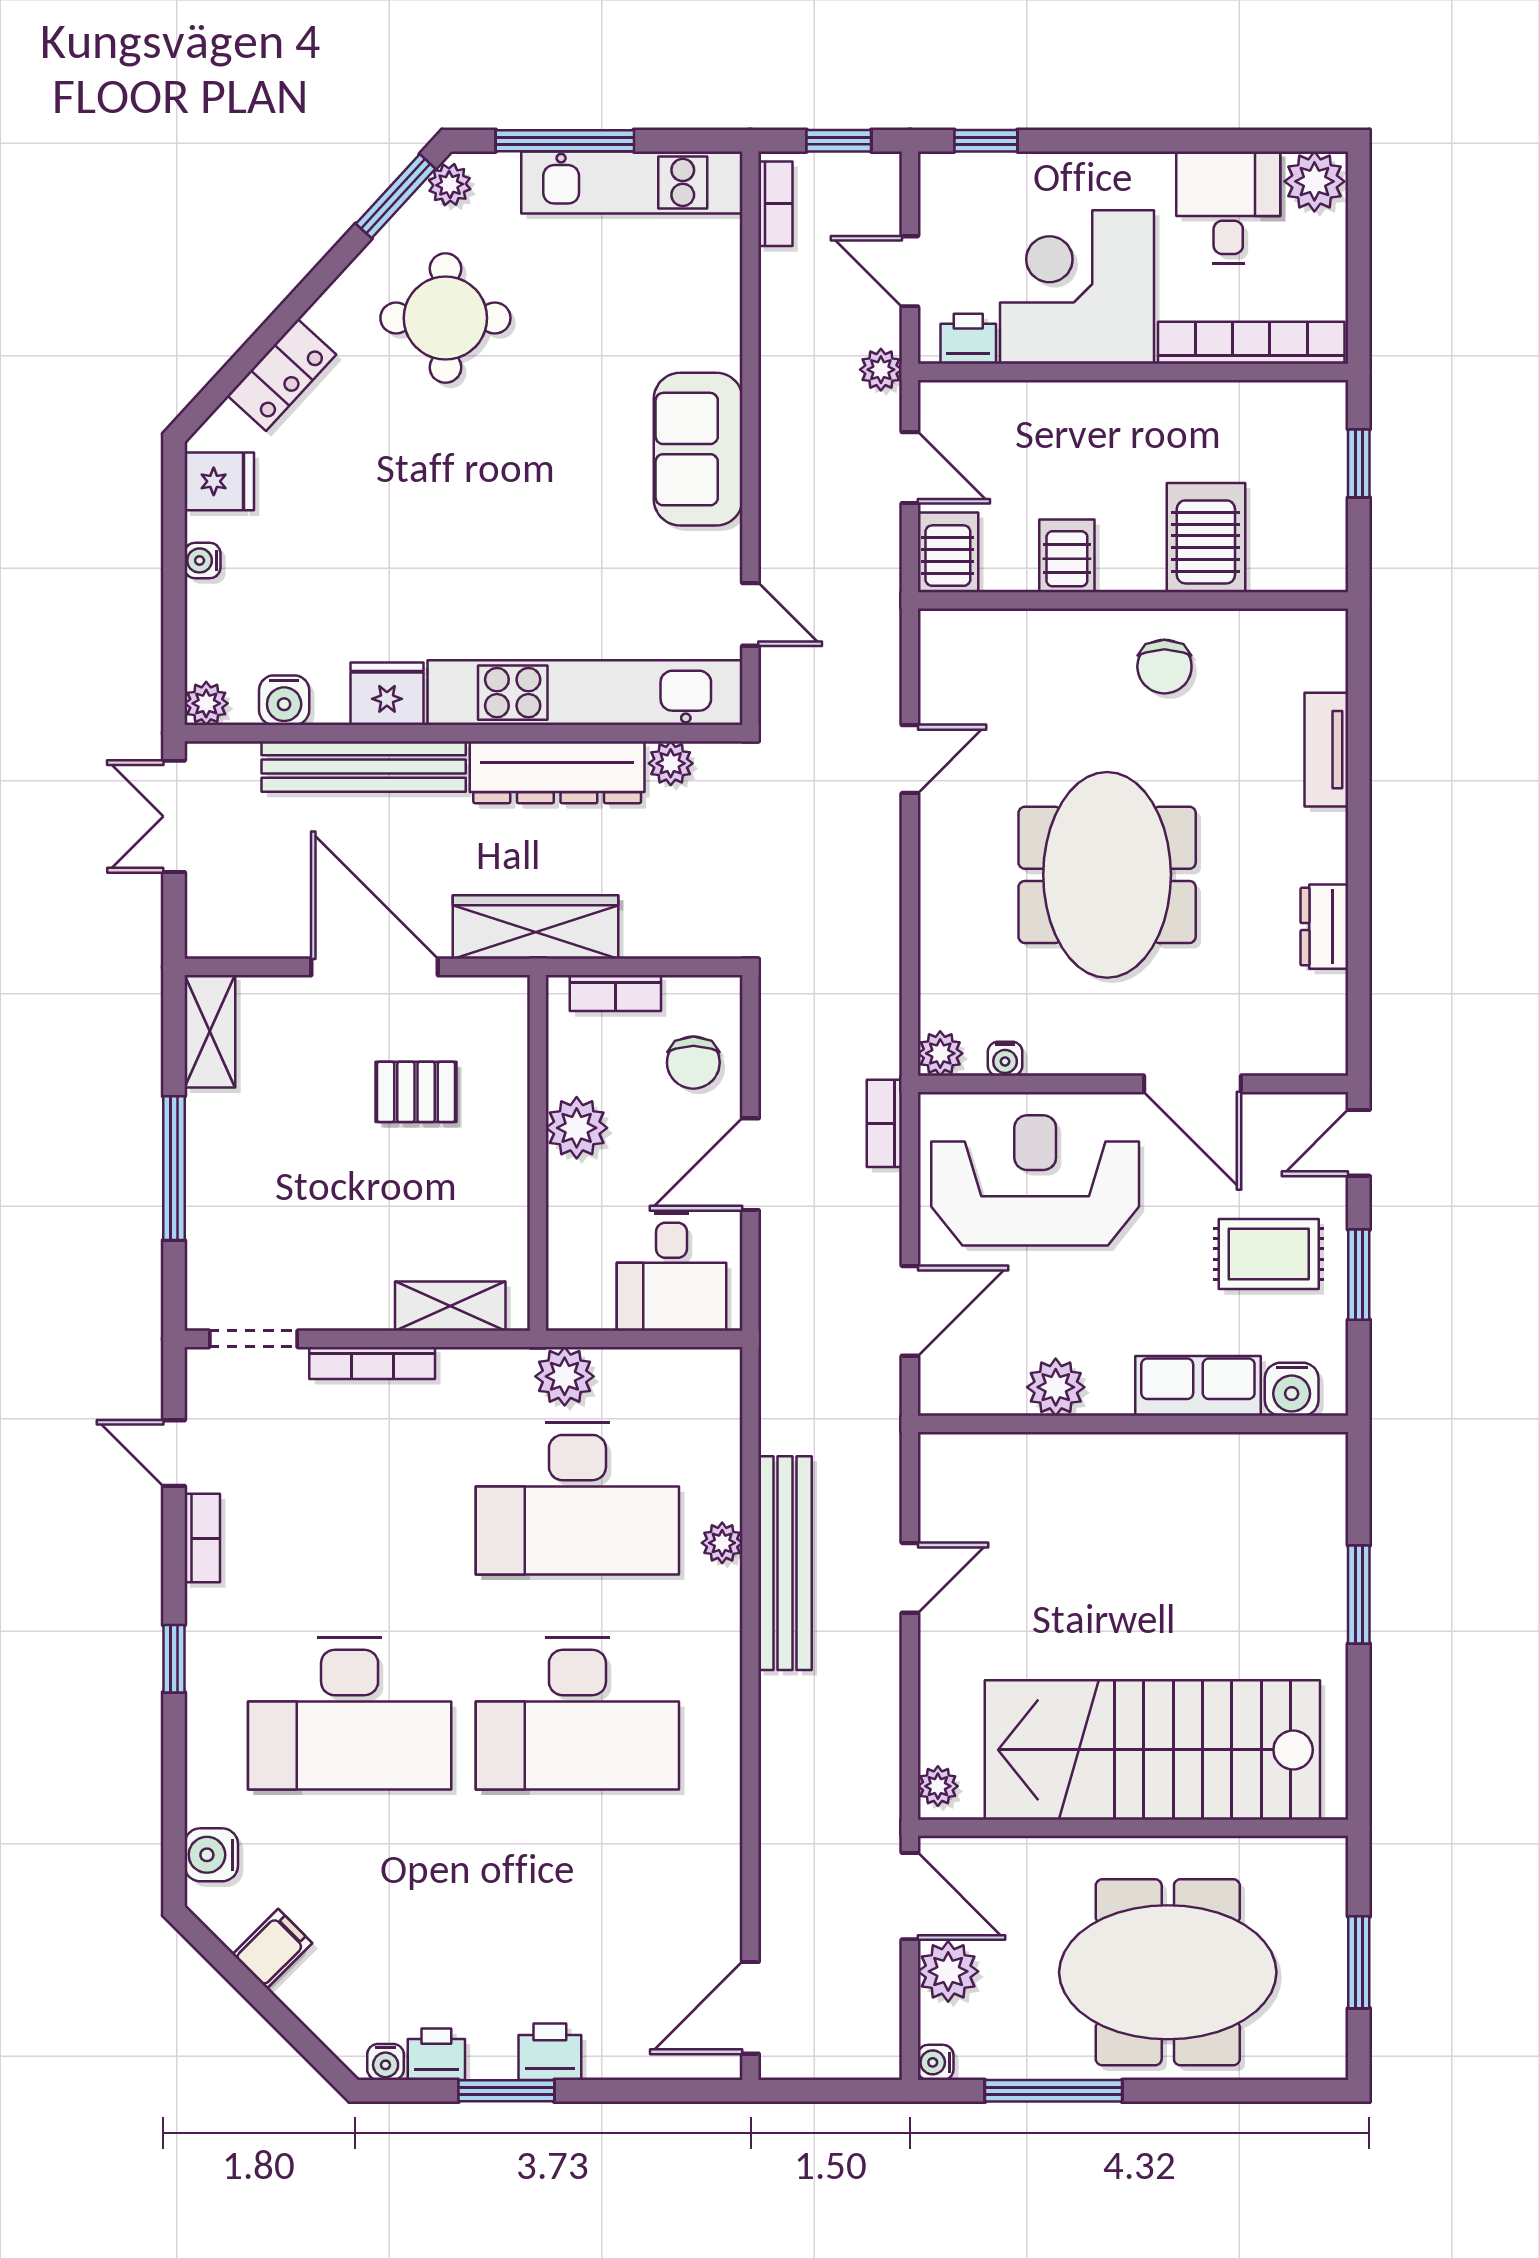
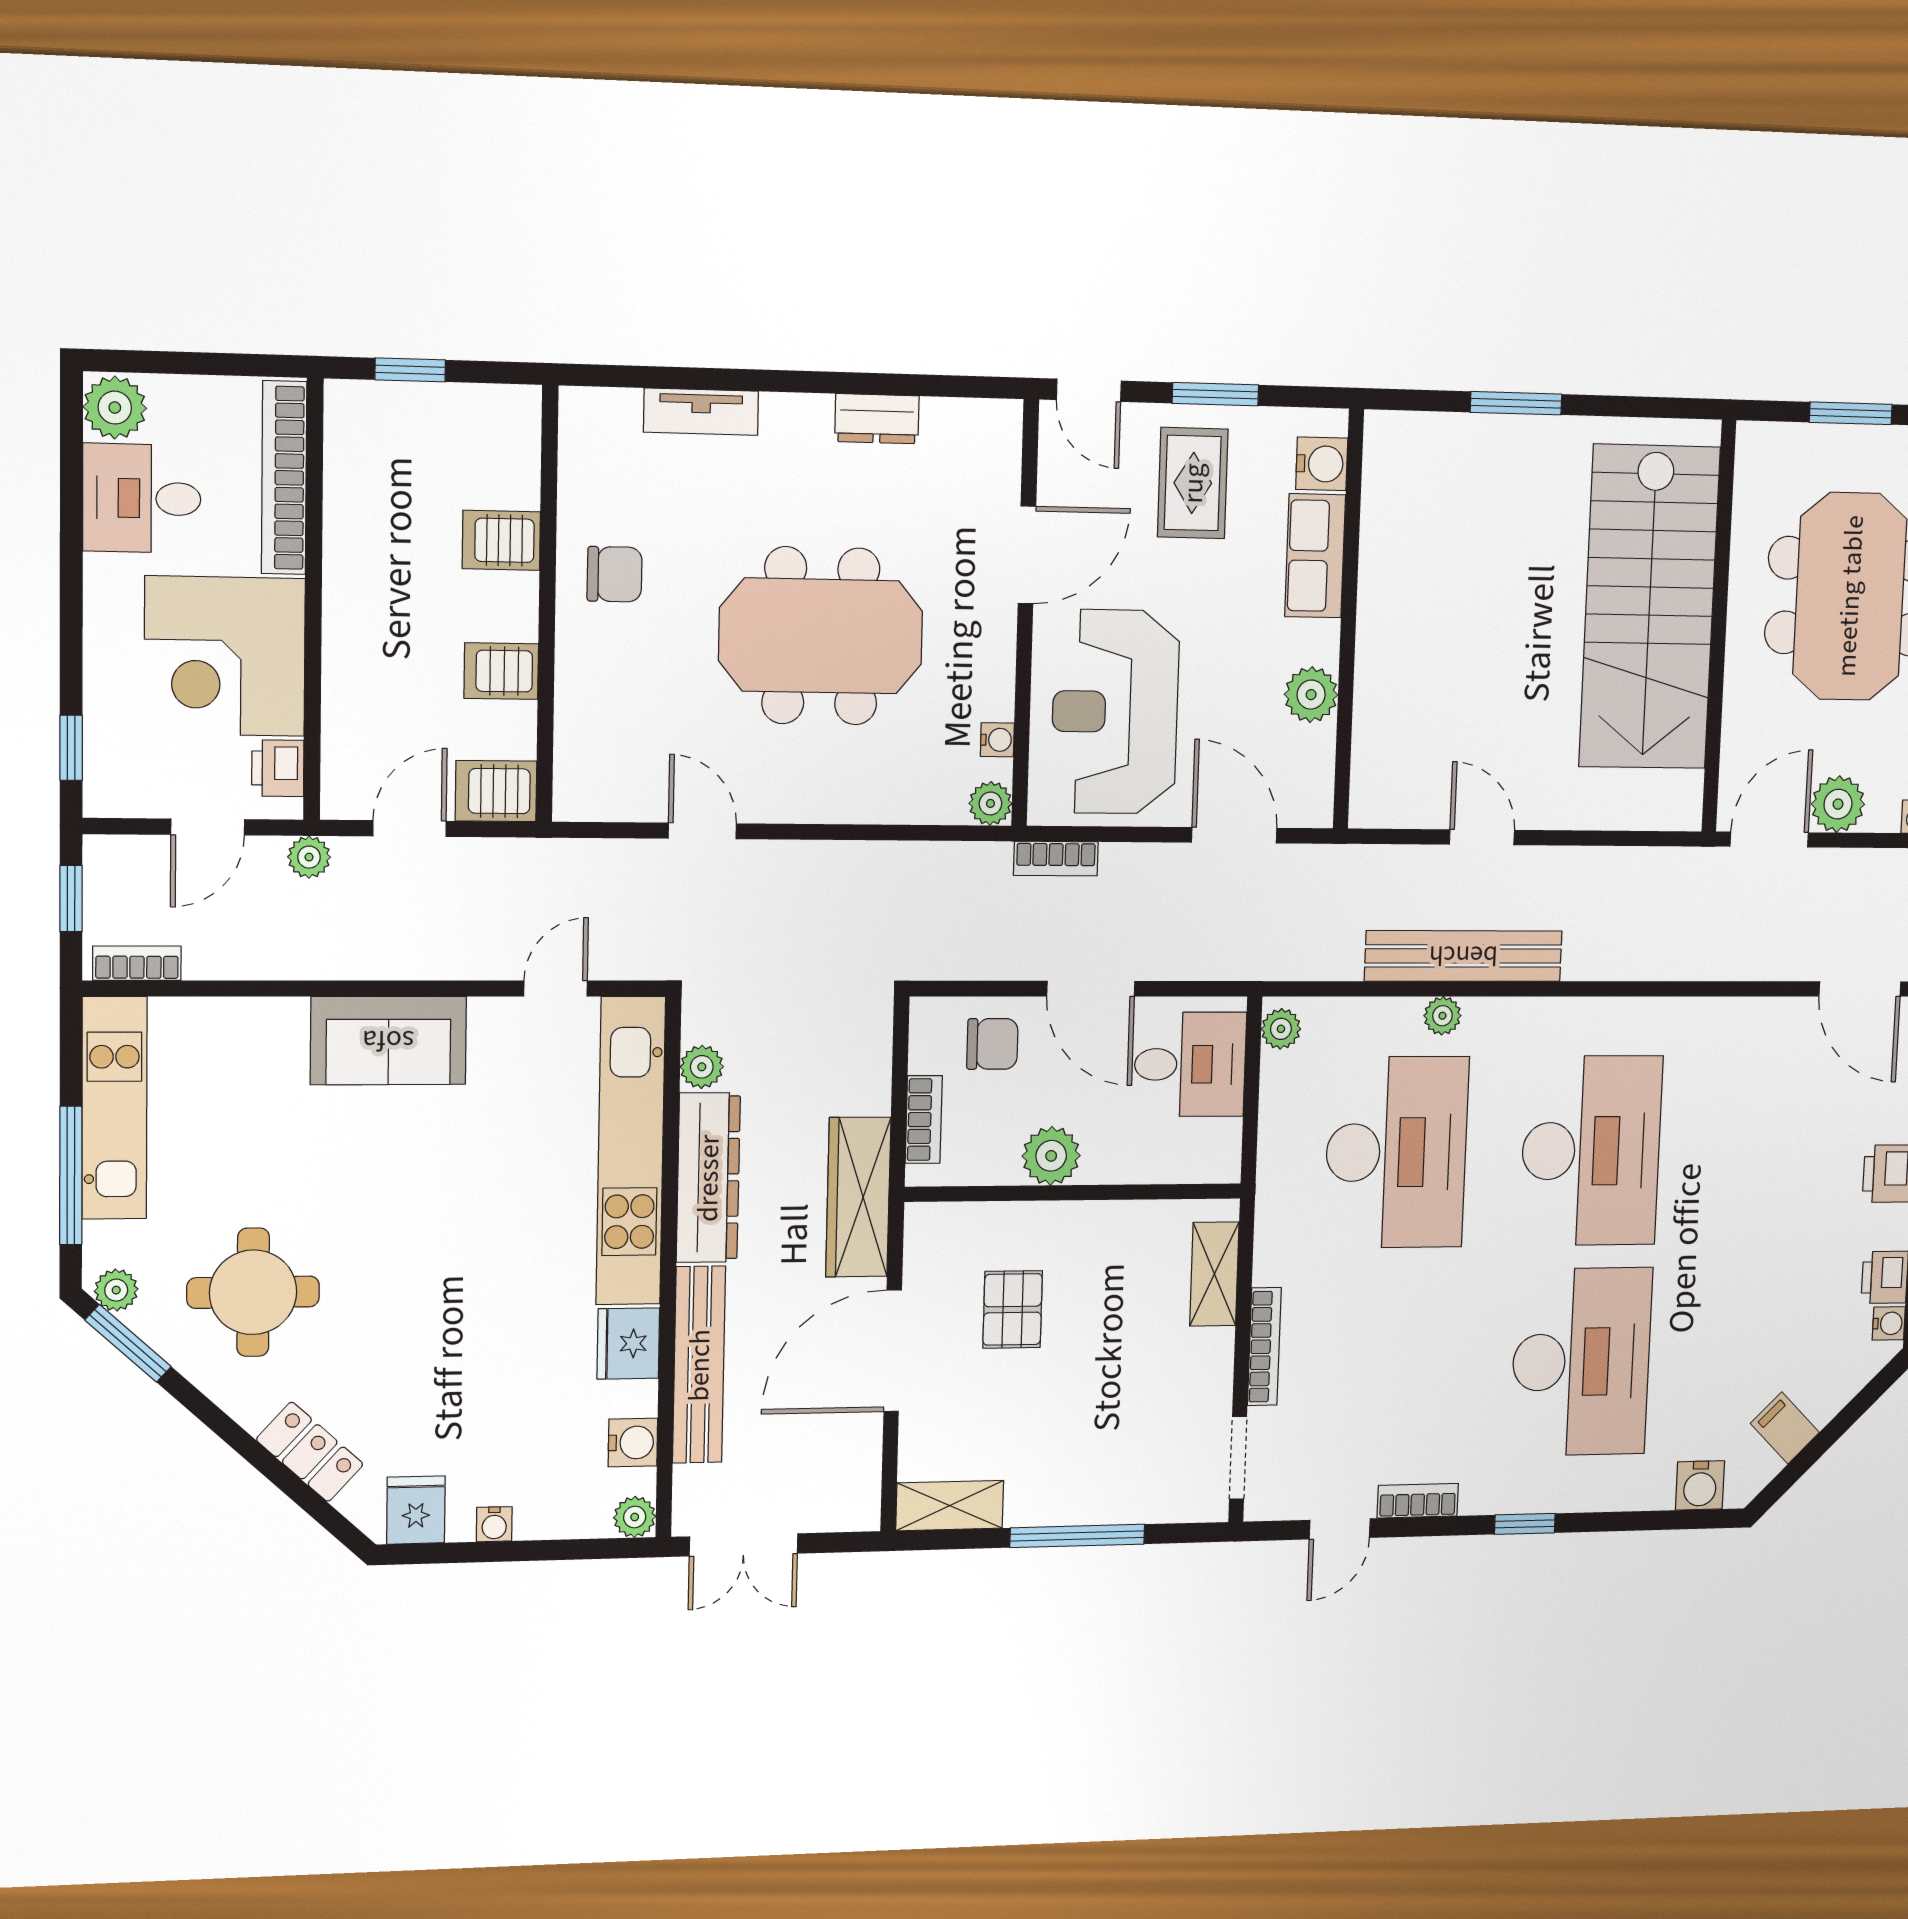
server rack: (1206, 538) -> (501, 540), width x0.73, depth x0.70
plant: (565, 1376) -> (1281, 1029), moved, width x0.73, depth x0.73
plant: (938, 1786) -> (1672, 812), removed

